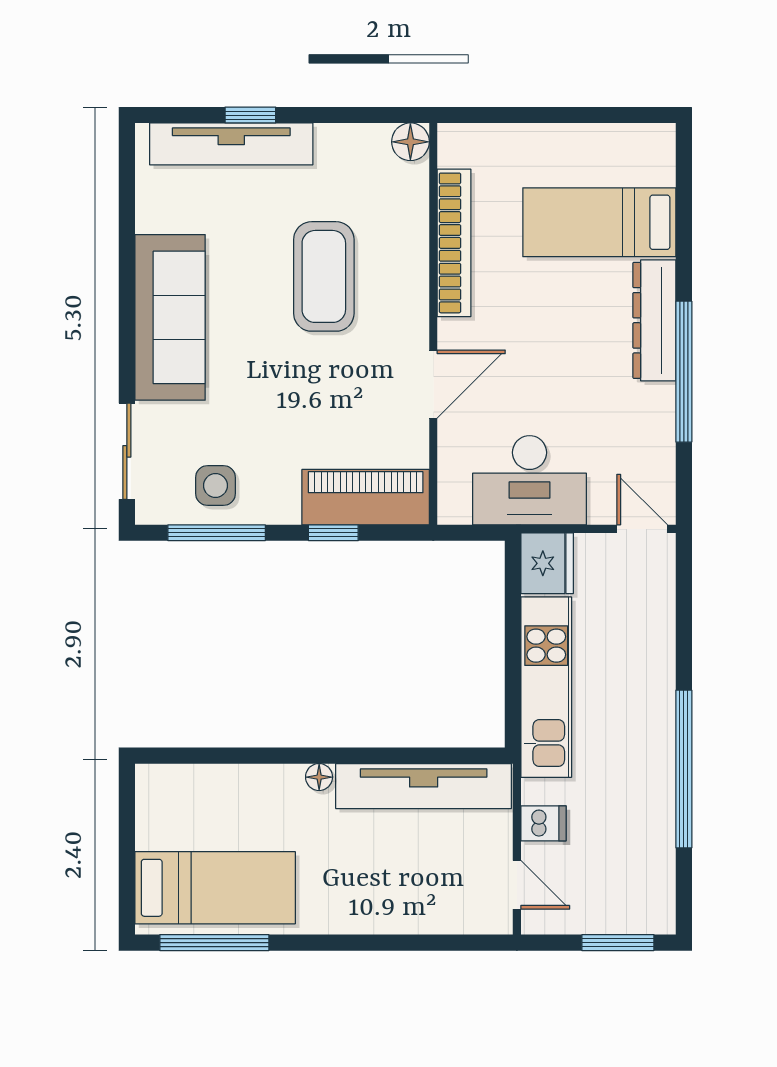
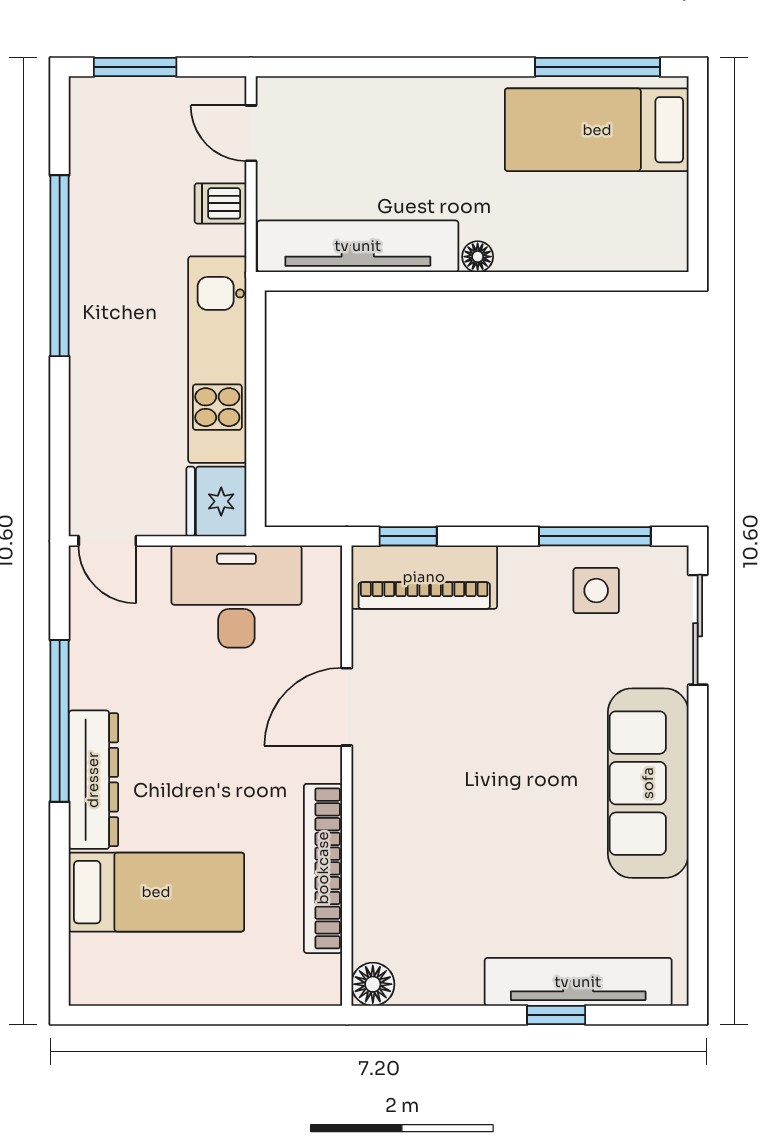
coffee table: (324, 276) -> (472, 830), removed
window: (333, 533) -> (408, 536), moved

